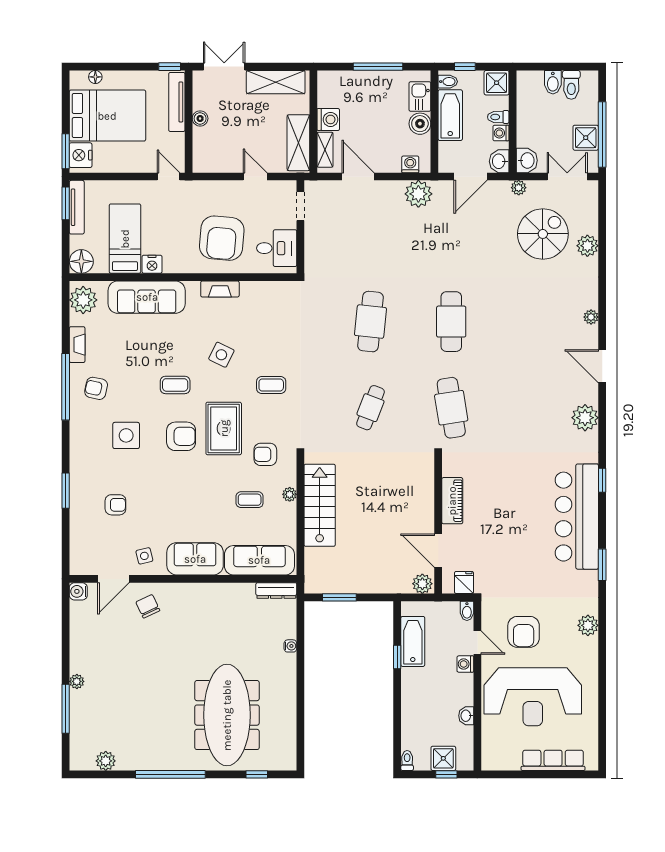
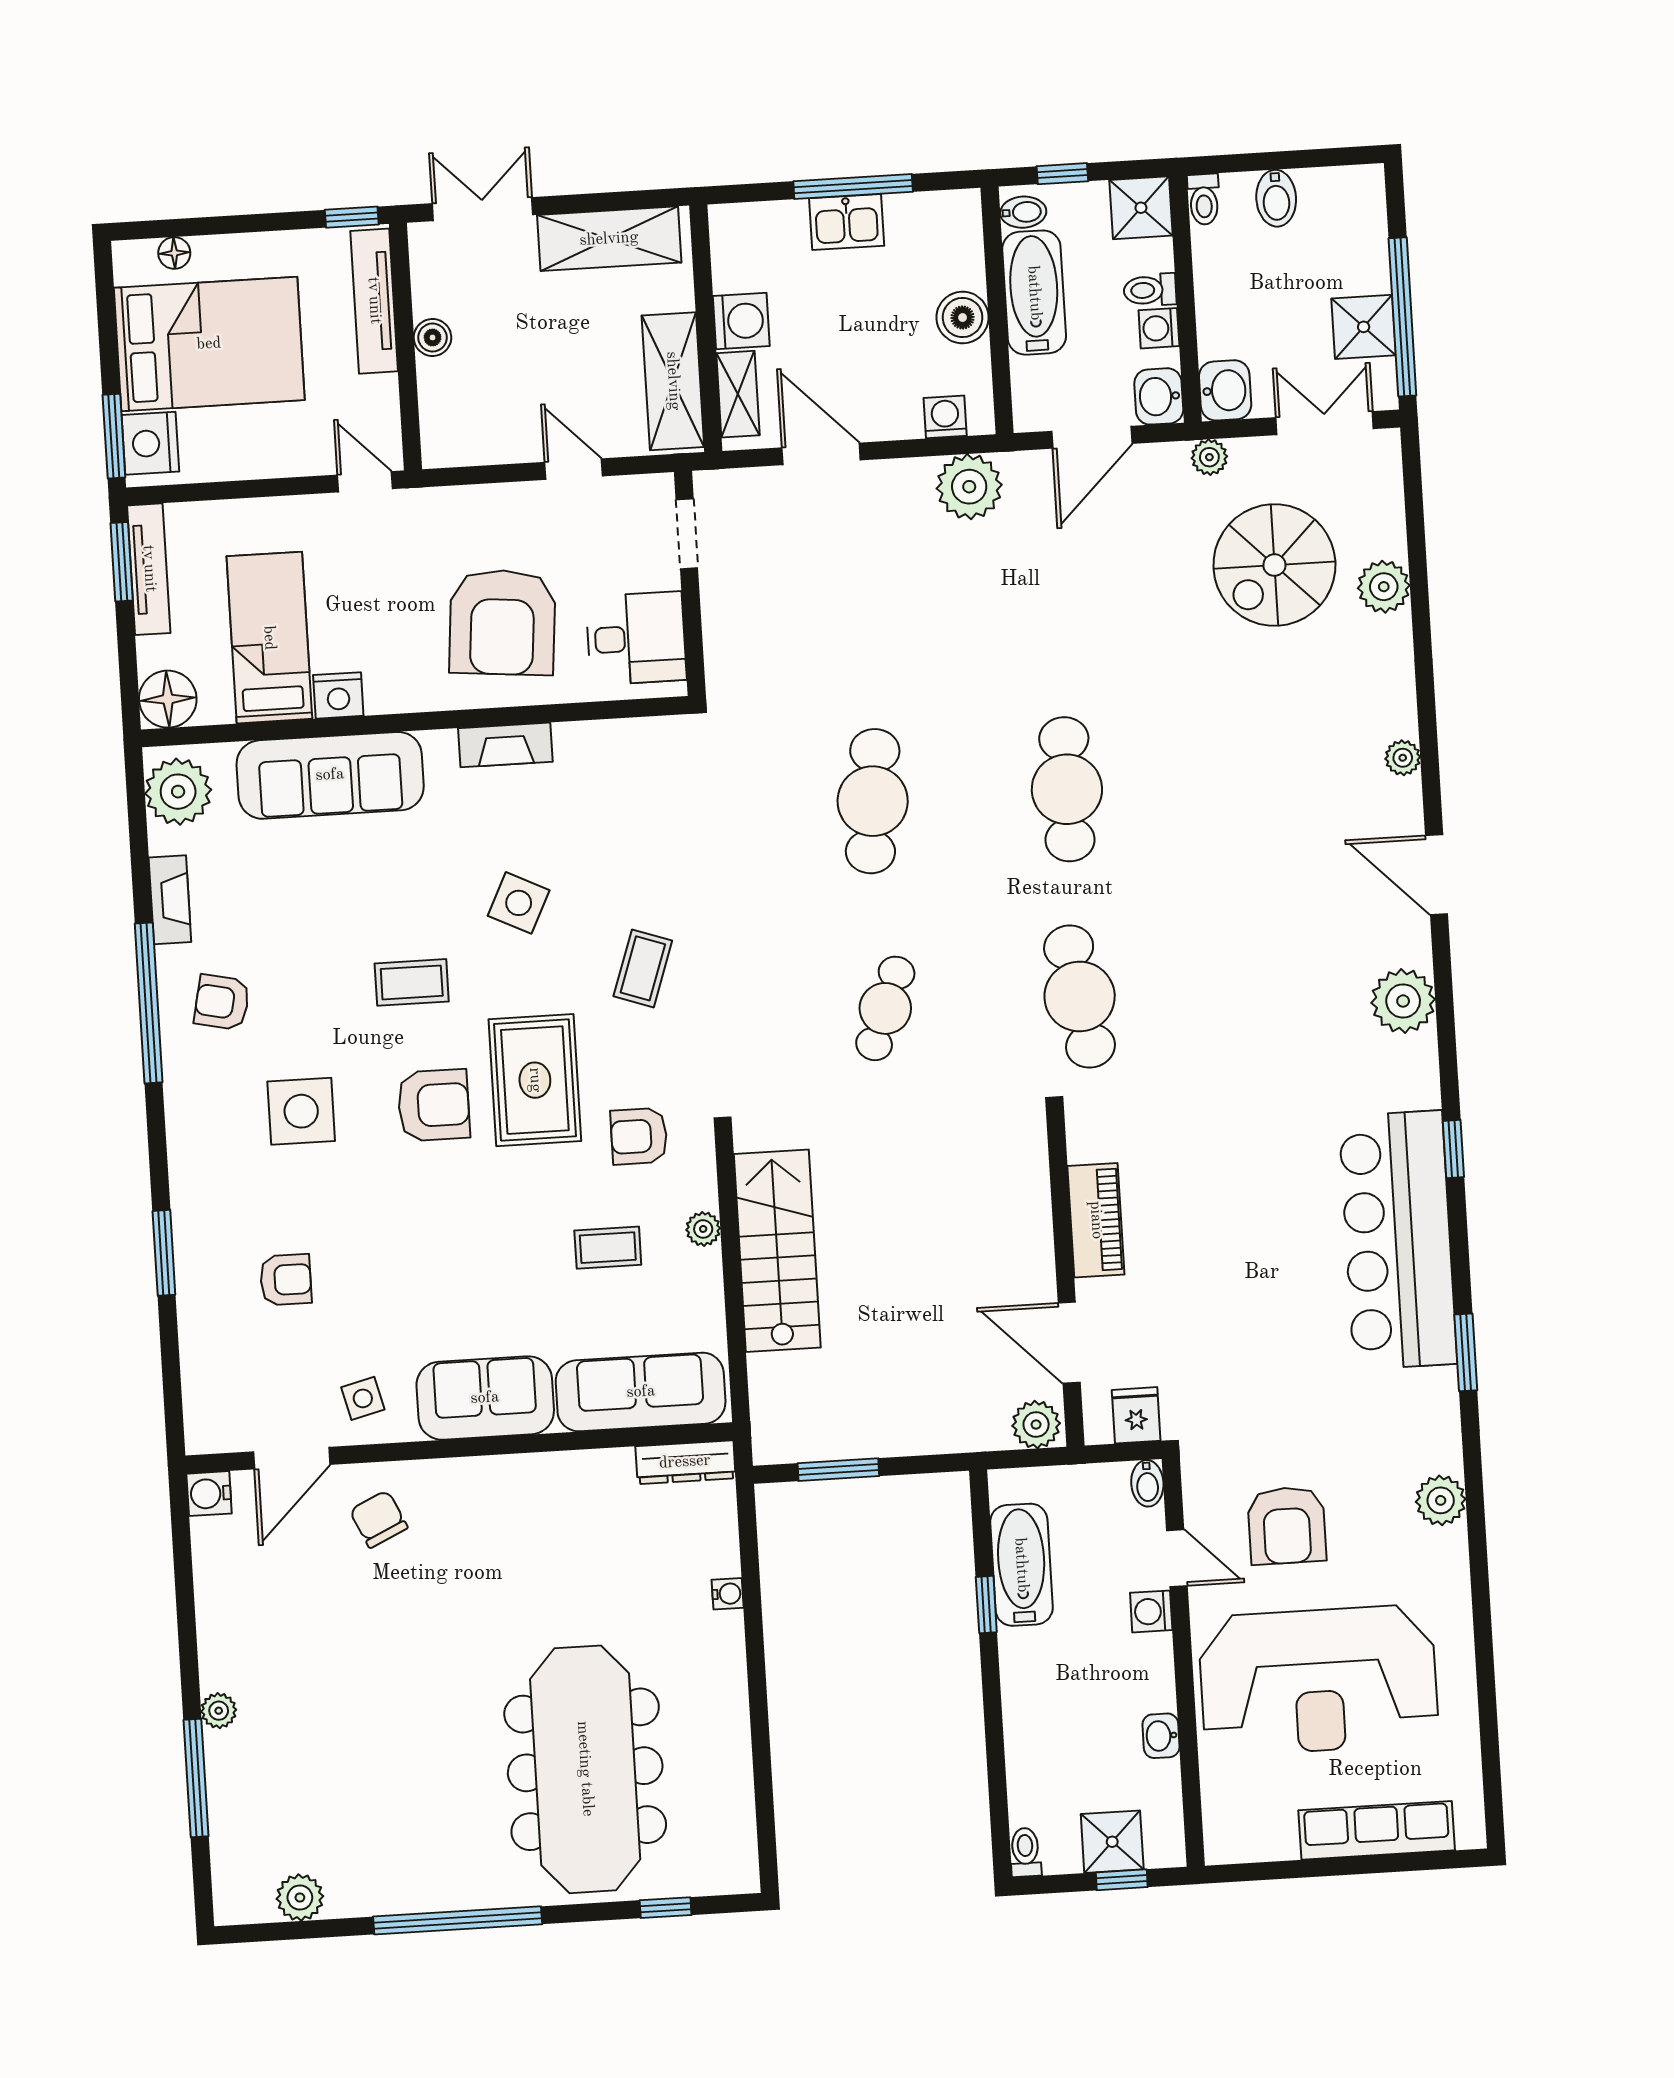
toilet: (571, 85) -> (1204, 199), moved, width x0.73, depth x0.72
kitchen sink: (420, 96) -> (847, 222), moved, turned -90
spiral stairs: (543, 234) -> (1274, 565), turned 180
coffee table: (271, 385) -> (643, 968), turned -71

